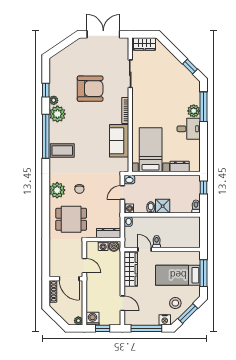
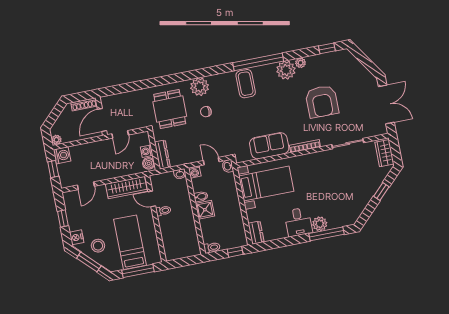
window: (190, 66) -> (381, 192), moved
window: (46, 90) -> (327, 48), moved
dresser: (180, 167) -> (256, 233), moved
door: (145, 250) -> (152, 199), swing flipped
window: (146, 328) -> (63, 219), width x0.46

